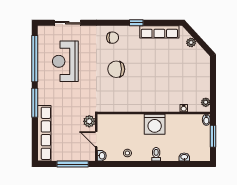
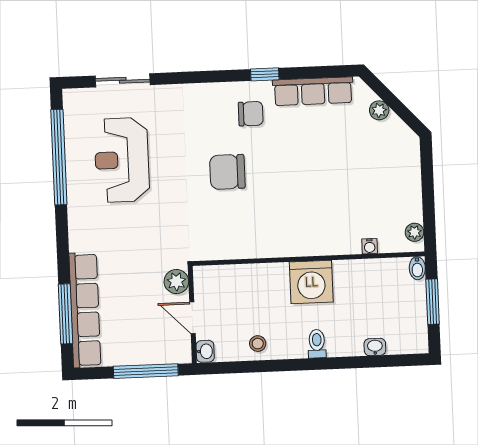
chair: (113, 38) -> (251, 114), moved
window: (35, 103) -> (65, 314), moved

